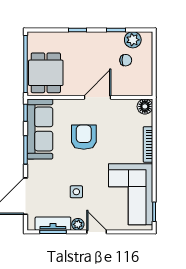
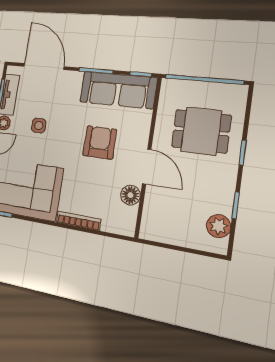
chair: (126, 60) -> (191, 211), removed
dining table: (46, 73) -> (201, 131), moved
floor lamp: (145, 106) -> (130, 195), moved
armchair: (84, 137) -> (100, 142), turned -90

